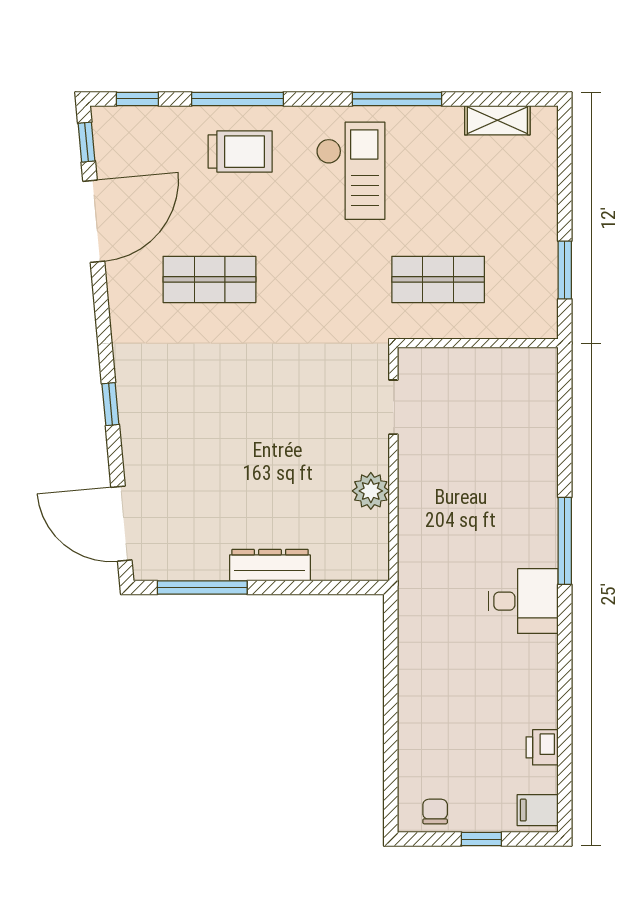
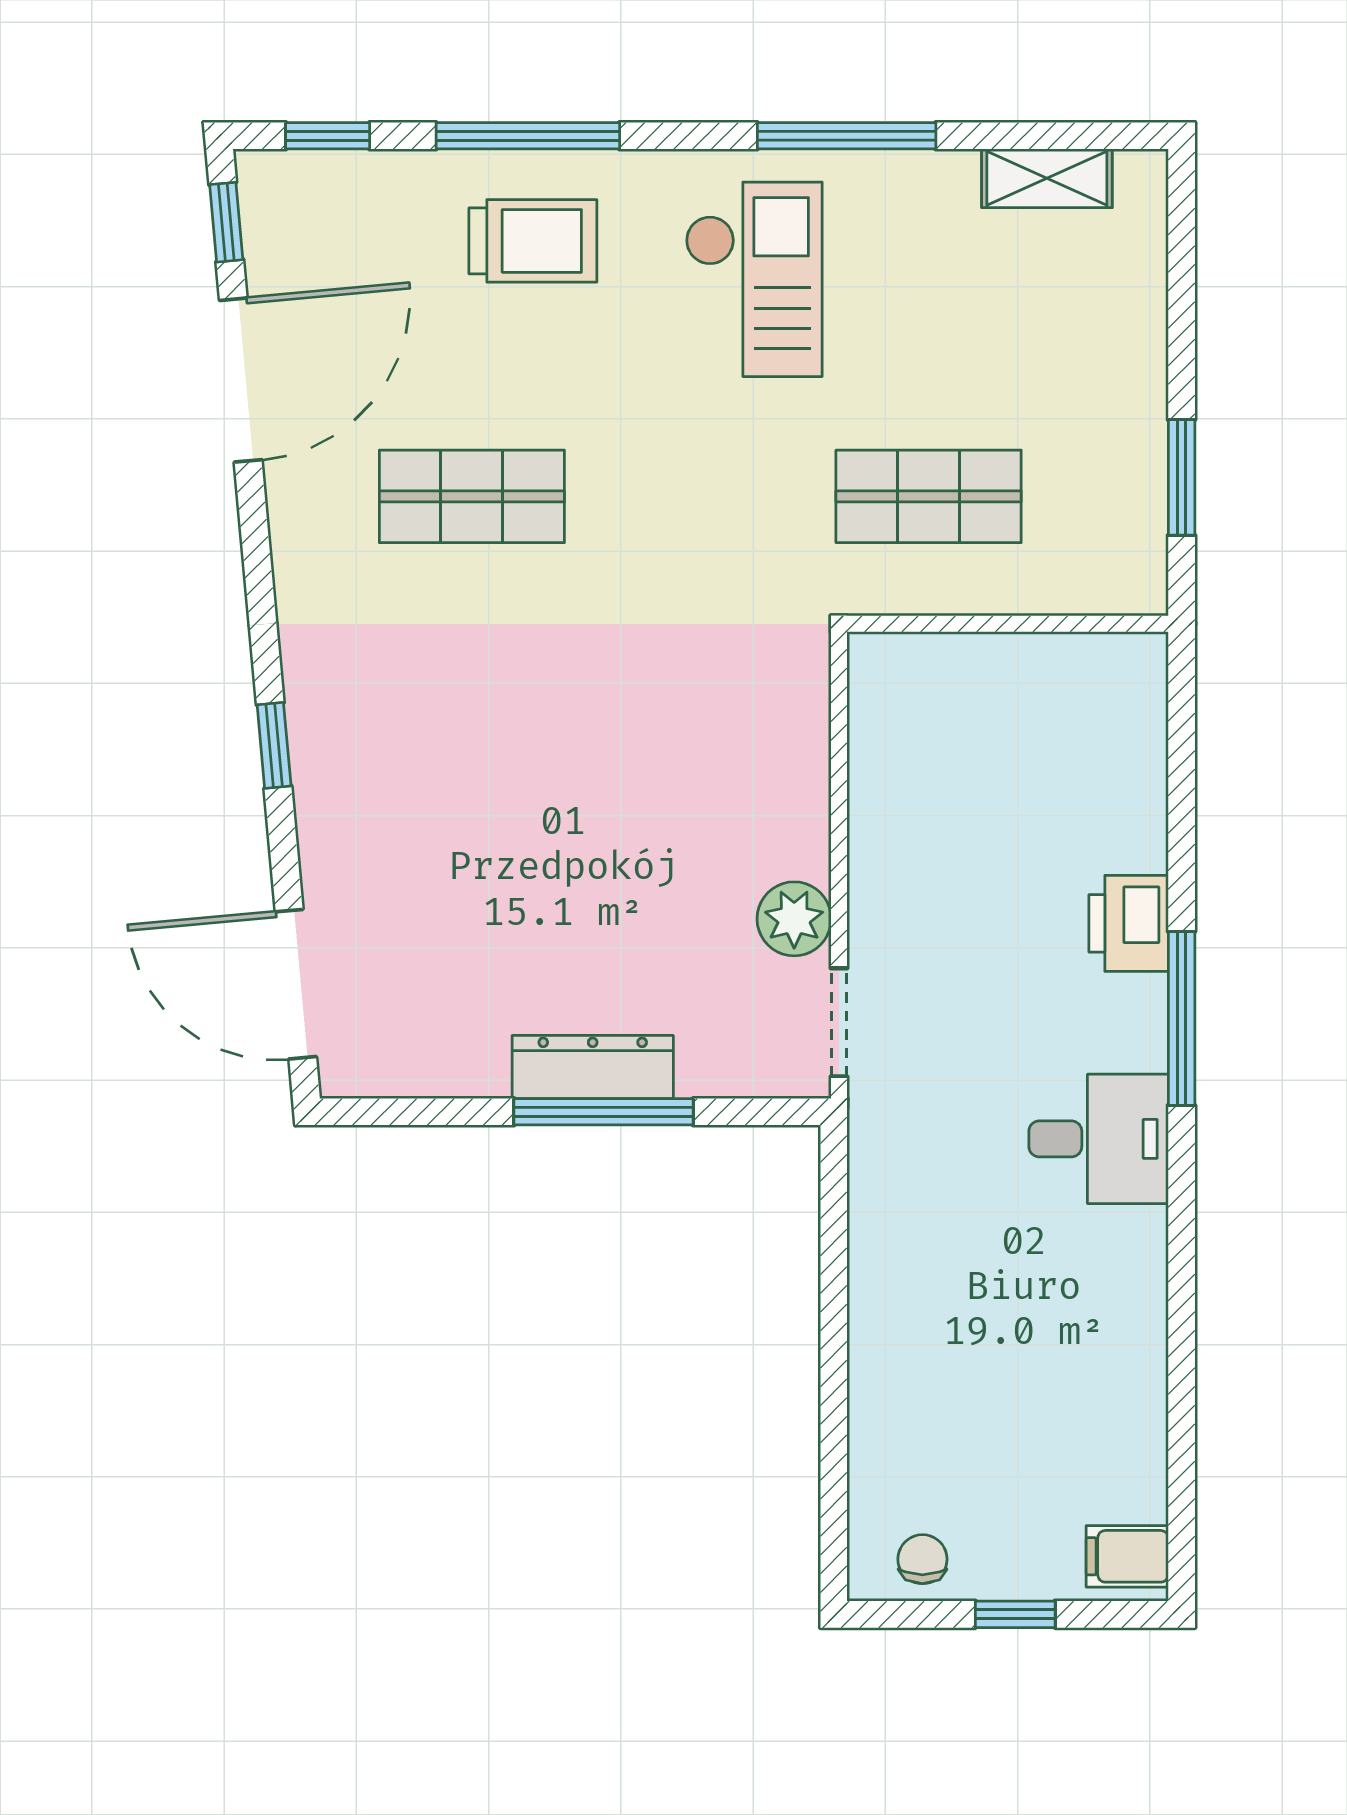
doorway: (393, 407) -> (839, 1022), moved
window: (202, 588) -> (604, 1112), moved
printer: (542, 747) -> (1129, 923), moved, width x1.36, depth x1.24

